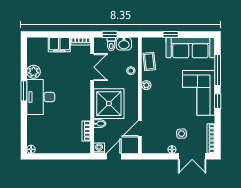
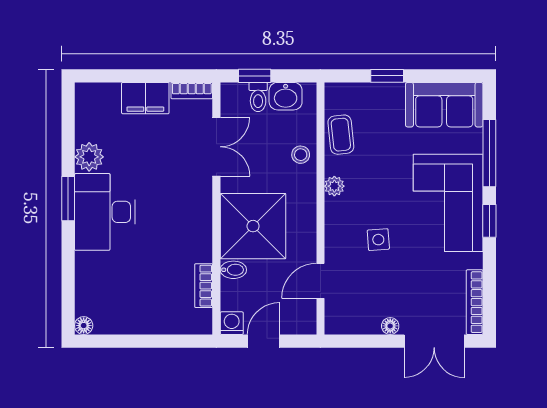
sofa: (190, 48) -> (444, 105), width x0.73
side table: (182, 134) -> (378, 240), moved

